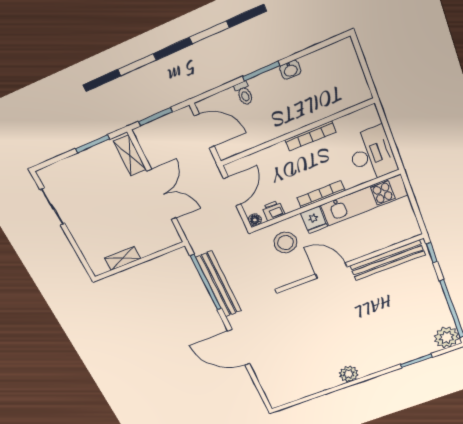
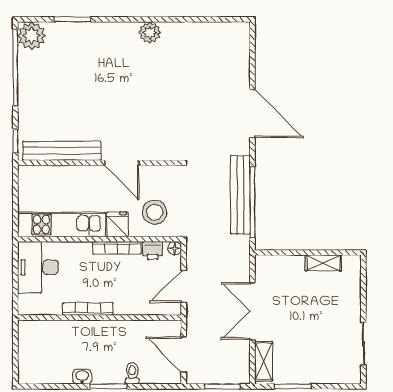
bookcase: (321, 194) -> (117, 248), moved

